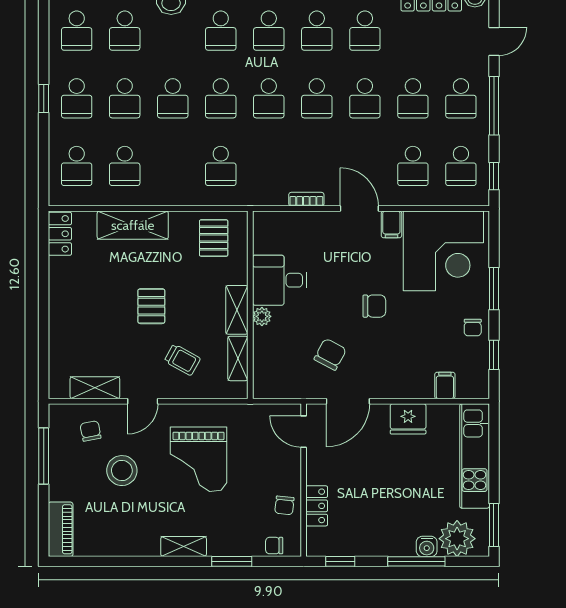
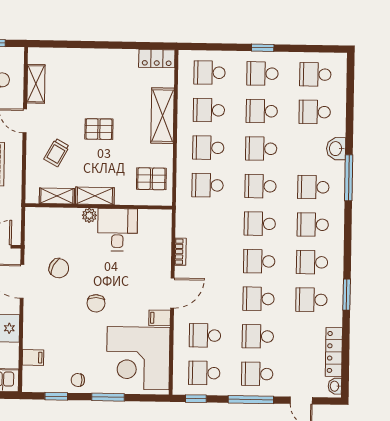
school desk: (173, 166) -> (208, 148), added

